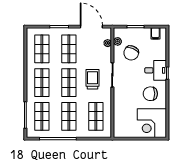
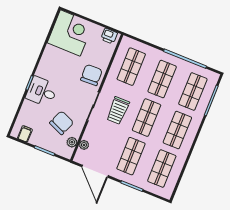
chair: (150, 94) -> (91, 75), moved, turned -92
printer: (122, 133) -> (109, 36), added

